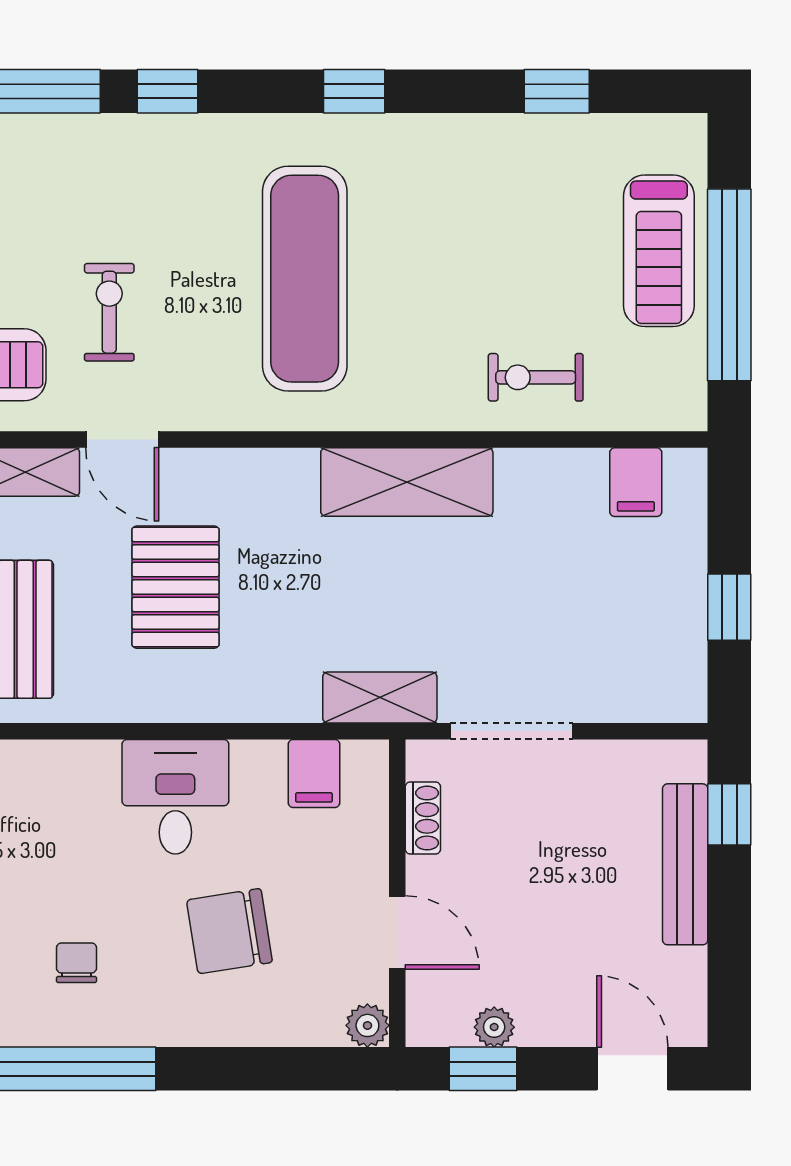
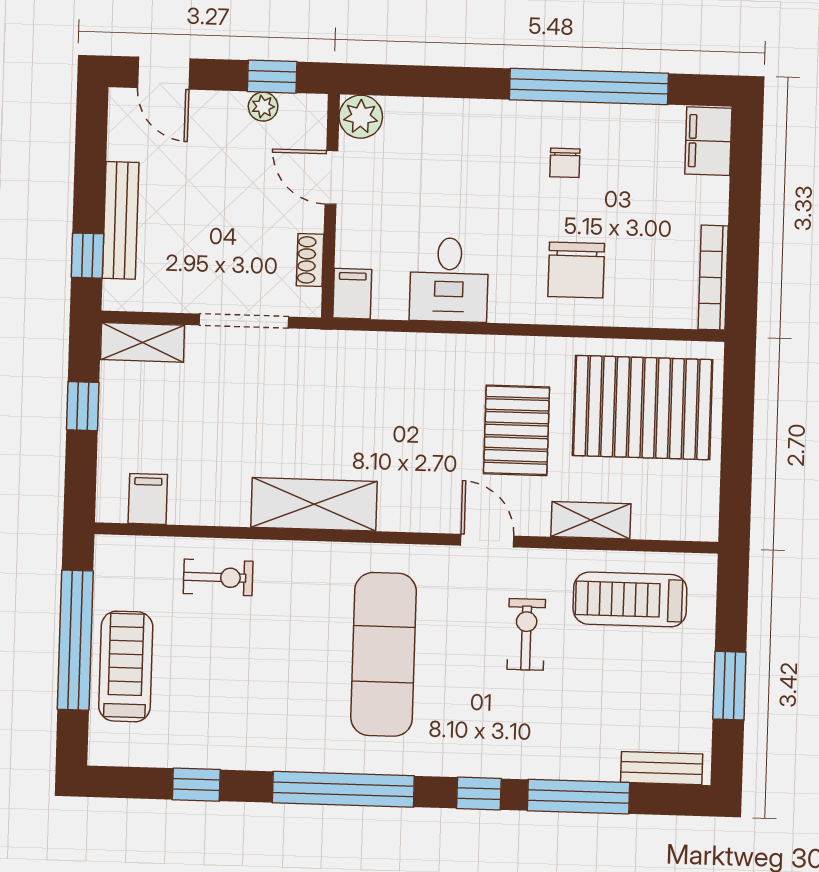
window: (354, 91) -> (343, 789), width x3.17
exercise bike: (109, 312) -> (526, 634), turned 180
door: (122, 440) -> (487, 541), moved
pallet: (175, 587) -> (517, 430), moved
shelving: (380, 697) -> (143, 342), moved
filing cabinet: (314, 773) -> (352, 294), moved
desk: (175, 797) -> (449, 280), moved
chair: (229, 931) -> (576, 270), moved, turned 99
plant: (367, 1025) -> (361, 117), width x1.38, depth x1.38

